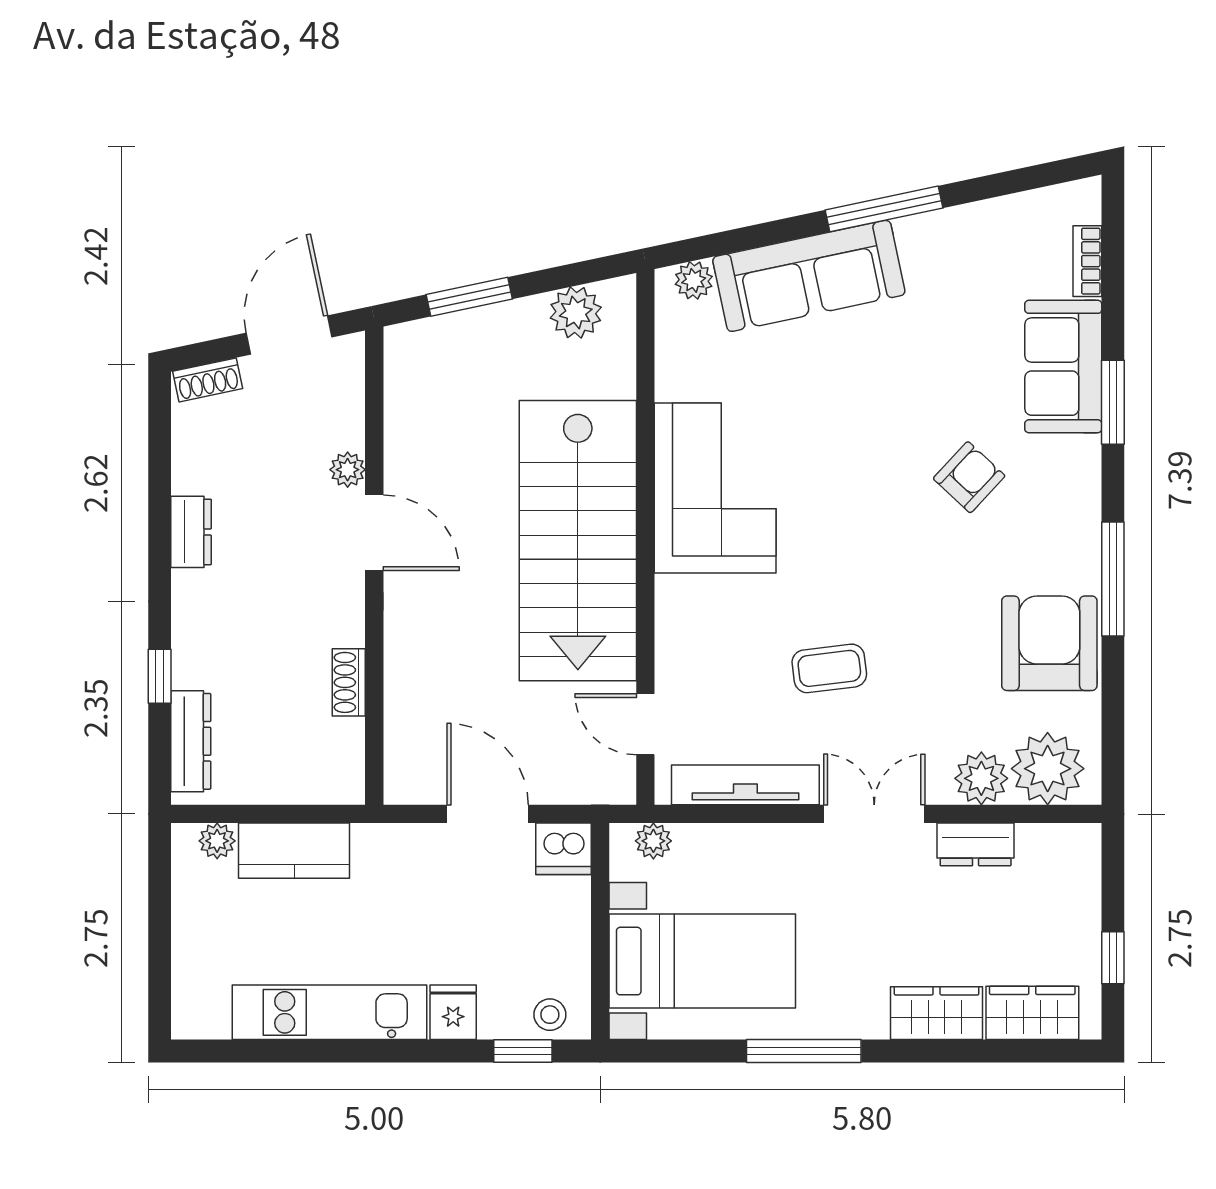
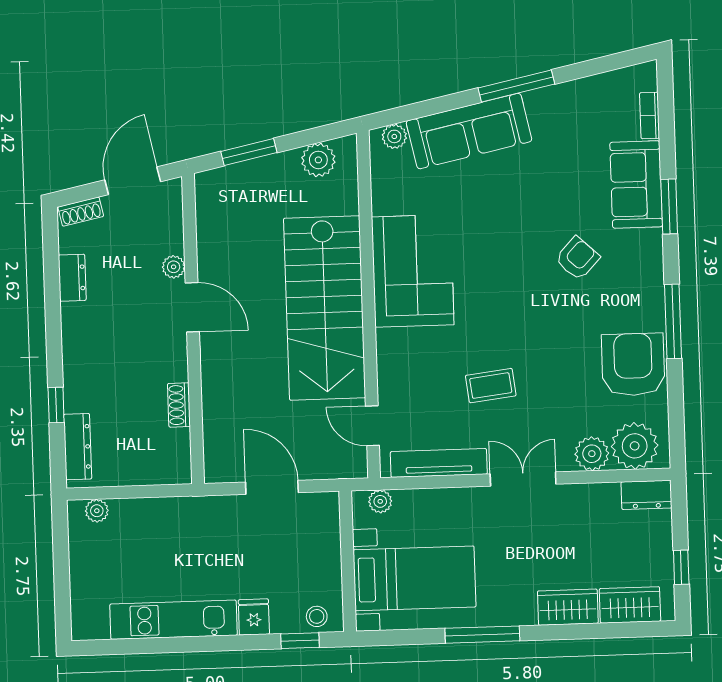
dresser: (191, 532) -> (72, 278), moved
dresser: (976, 844) -> (646, 495), moved
dishwasher: (563, 849) -> (322, 508), removed
kitchen counter: (294, 851) -> (147, 515), removed

